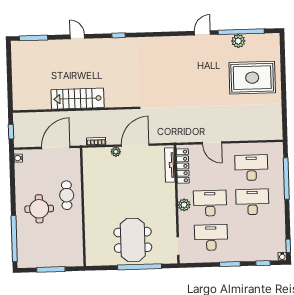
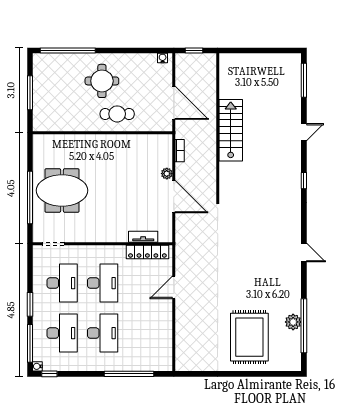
door: (202, 33) -> (304, 252), moved
tv unit: (170, 165) -> (143, 237), width x0.71
desk: (251, 168) -> (62, 333), moved
plant: (184, 205) -> (102, 252), removed
window: (263, 263) -> (30, 343), width x2.17

